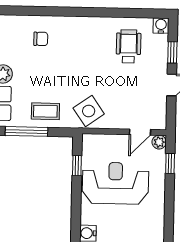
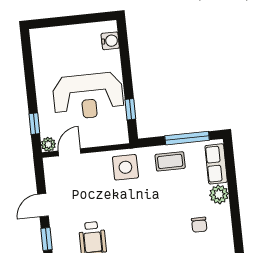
chair: (41, 39) -> (199, 225), moved, turned -90
side table: (89, 111) -> (125, 167), turned 35

